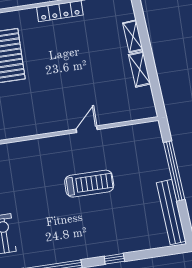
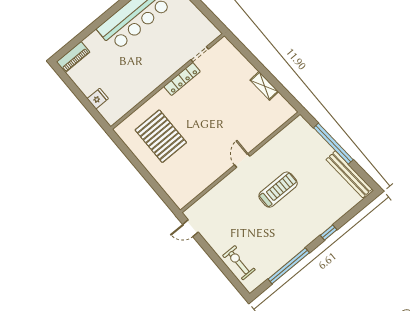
shelving: (133, 36) -> (245, 65), removed
door: (87, 129) -> (242, 160), moved

